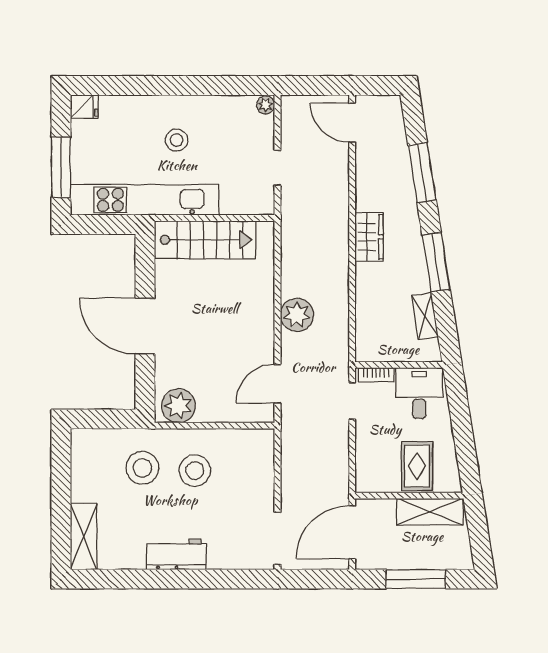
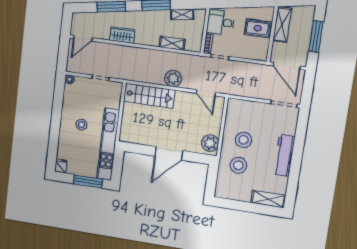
wardrobe: (369, 237) -> (122, 35), moved
stairs: (205, 240) -> (149, 96), moved, turned 90
shelving: (366, 304) -> (172, 43), added
workbench: (176, 554) -> (284, 155), width x1.38

